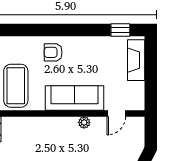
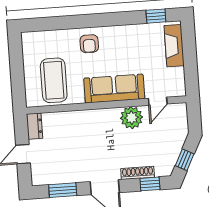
armchair: (53, 52) -> (89, 44), turned -90
plant: (84, 123) -> (132, 118), width x1.87, depth x1.87

